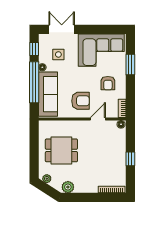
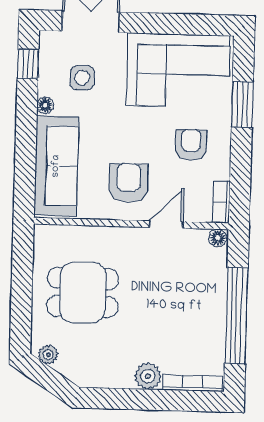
window: (34, 82) -> (26, 138), removed
armchair: (108, 83) -> (191, 145), turned 180
armchair: (80, 101) -> (129, 183), turned -90
window: (130, 159) -> (236, 316), width x3.17
plant: (68, 187) -> (148, 376), moved

